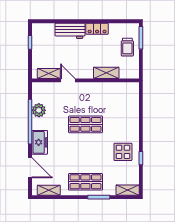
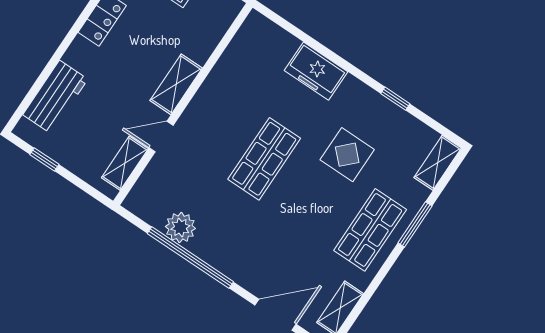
workbench: (70, 31) -> (55, 97), moved
shelving: (106, 73) -> (176, 84), moved
freezer: (40, 142) -> (316, 71), moved, turned 180
display table: (123, 152) -> (347, 155), moved

